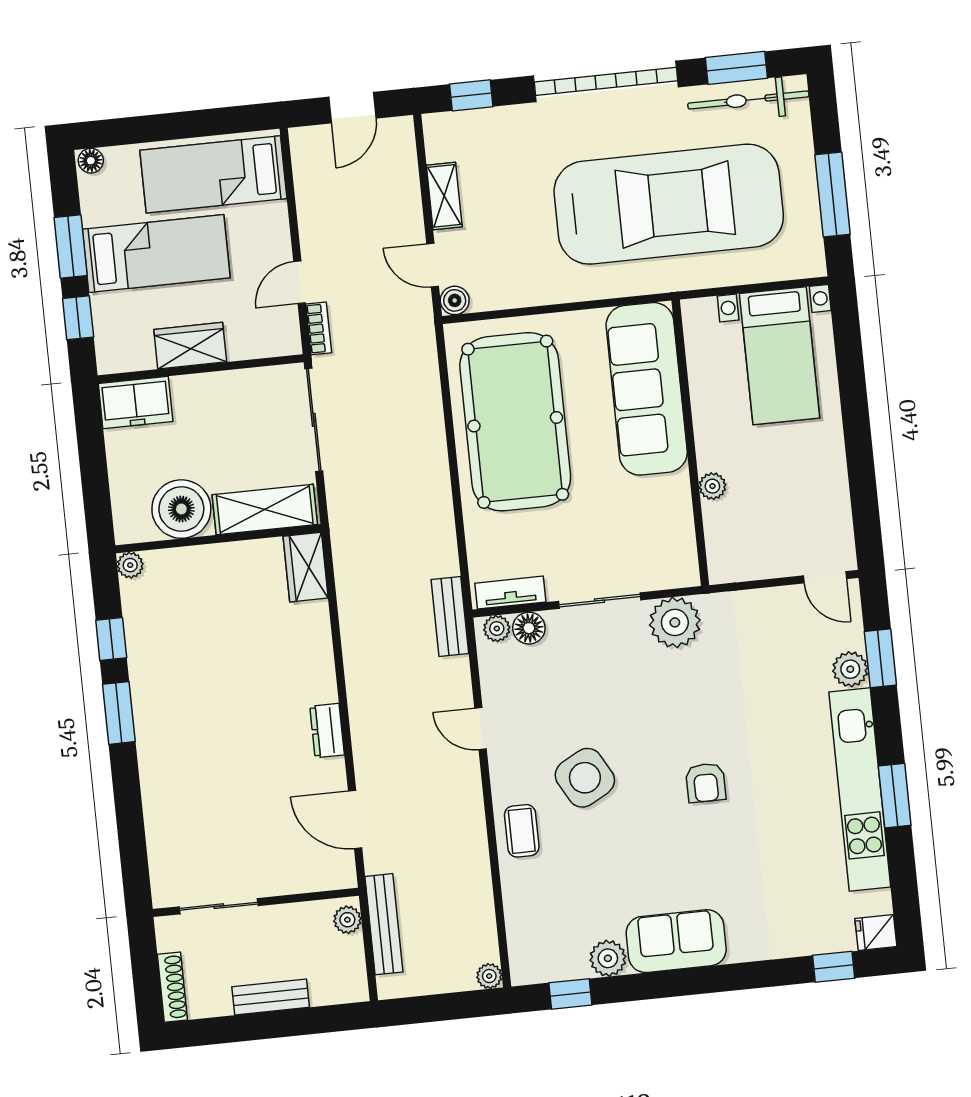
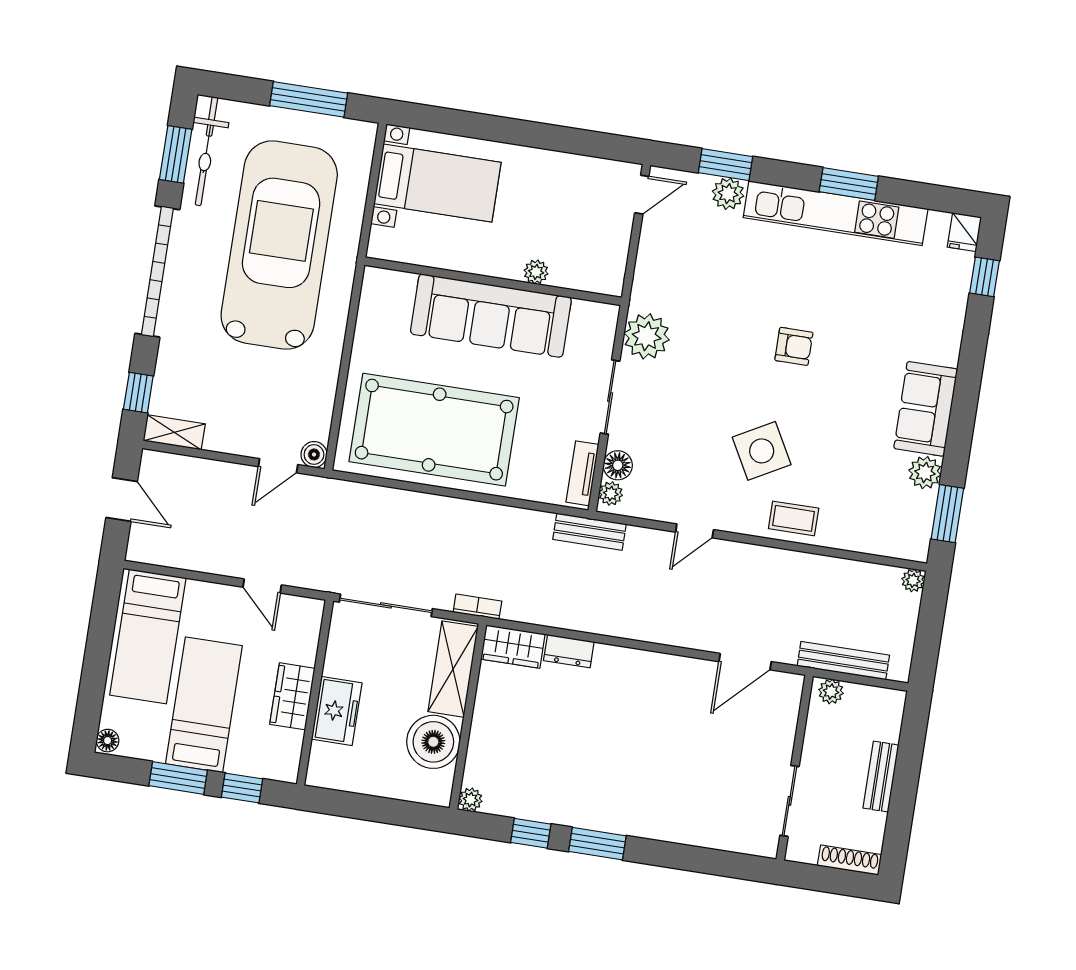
shelving: (444, 196) -> (174, 432), moved
bookcase: (319, 328) -> (477, 607), moved
sofa: (647, 389) -> (491, 316), moved
freezer: (136, 402) -> (337, 711), moved
dresser: (327, 731) -> (569, 651), moved
window: (570, 994) -> (947, 514), width x1.50

